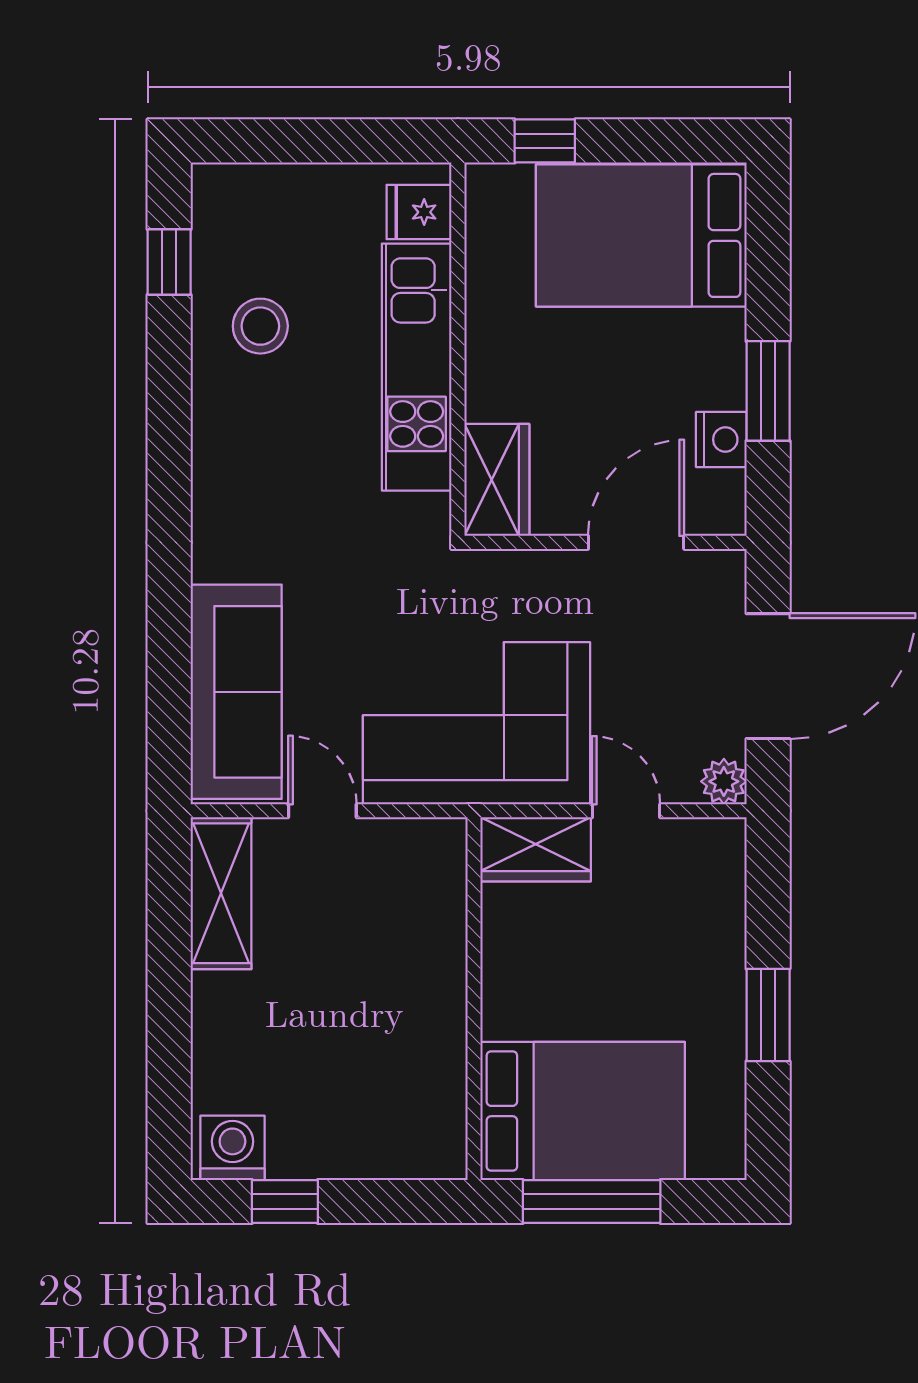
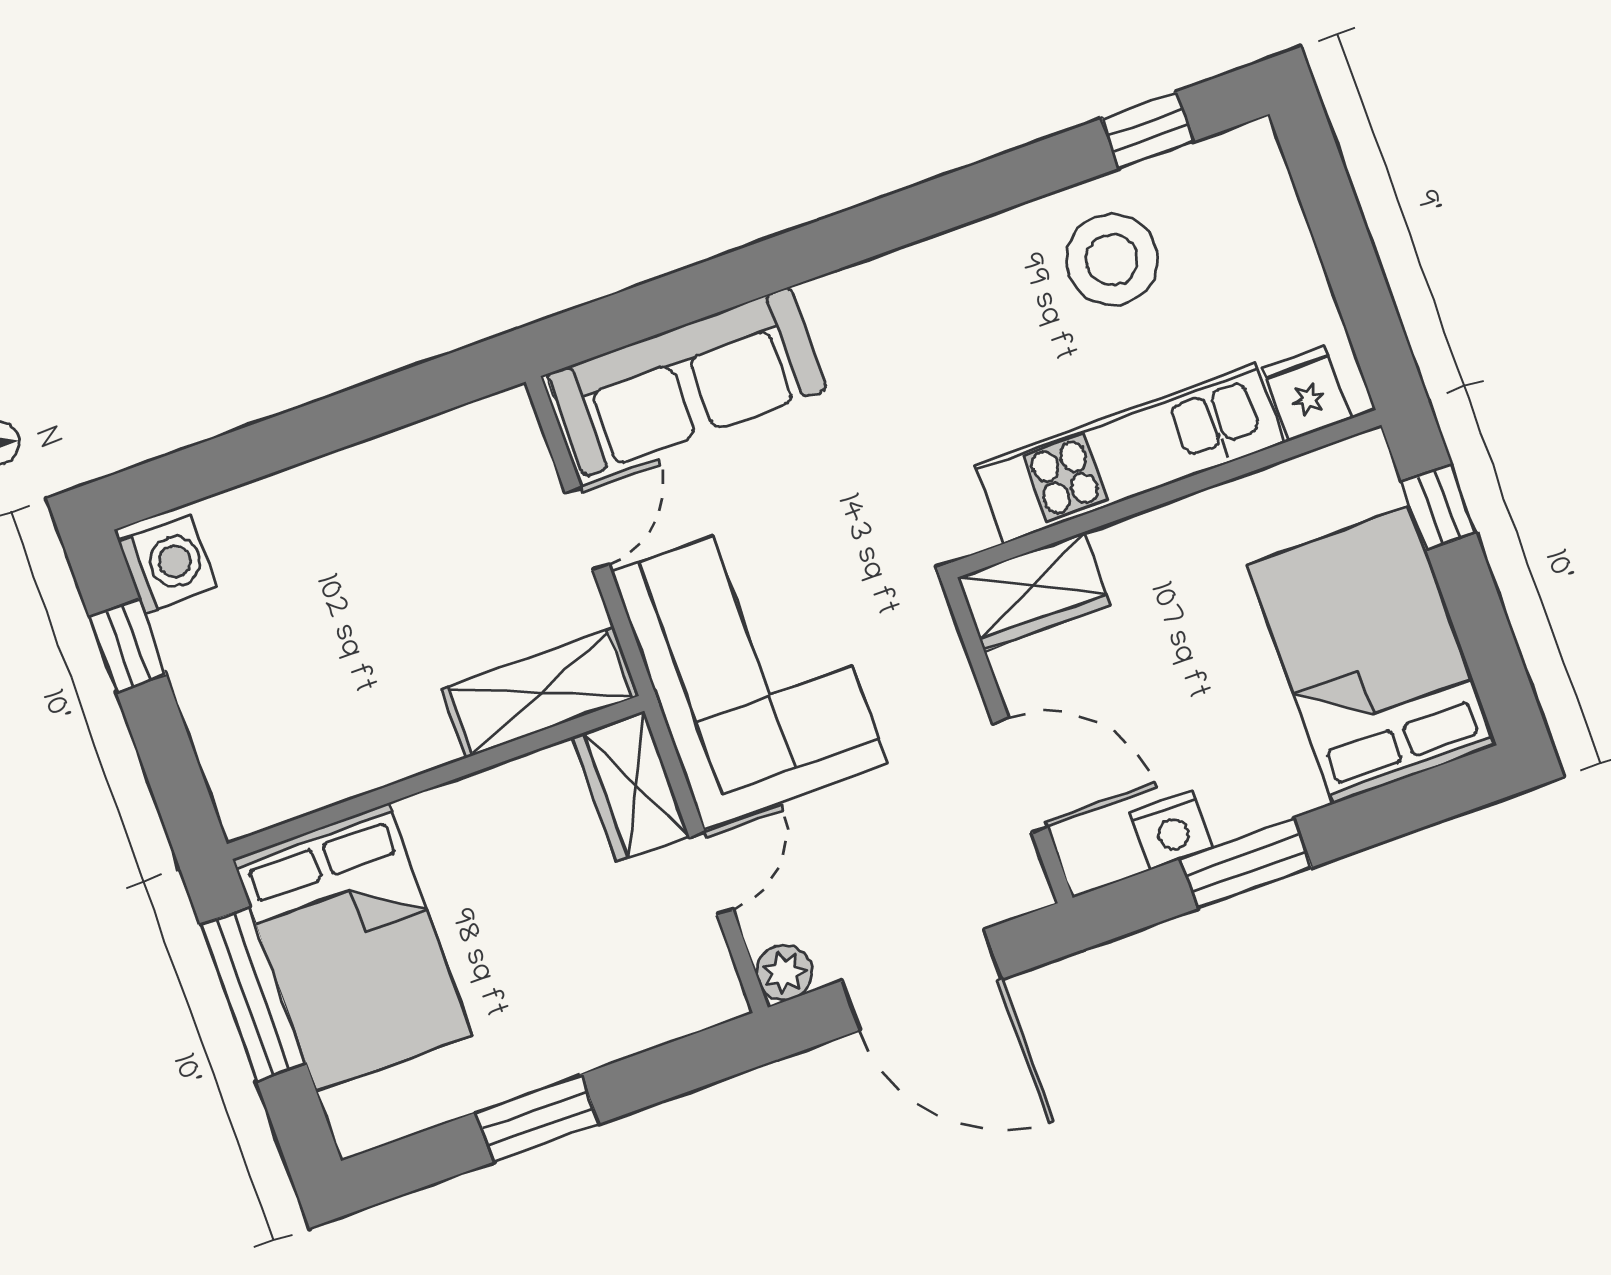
stool: (260, 326) -> (1112, 260), width x1.38, depth x1.38
shelving: (221, 893) -> (540, 693), moved

